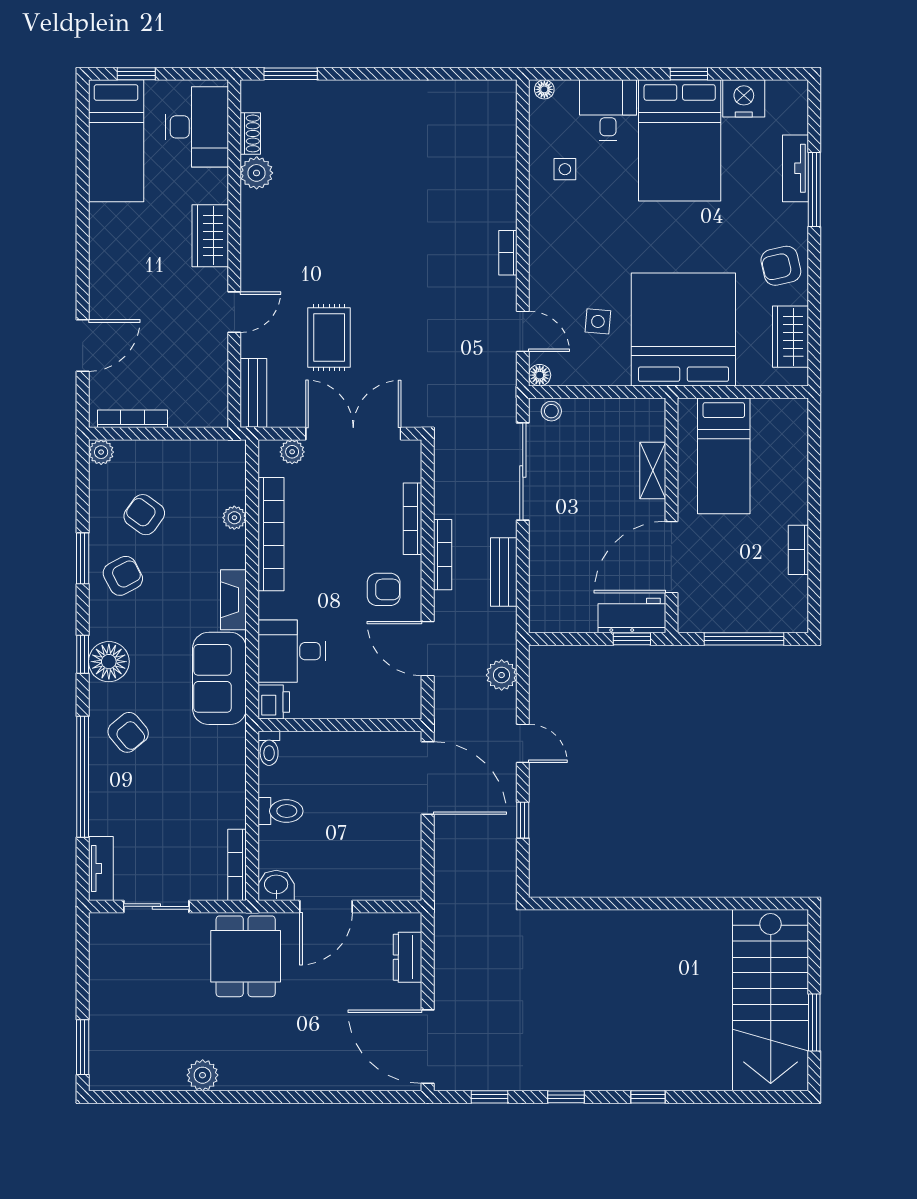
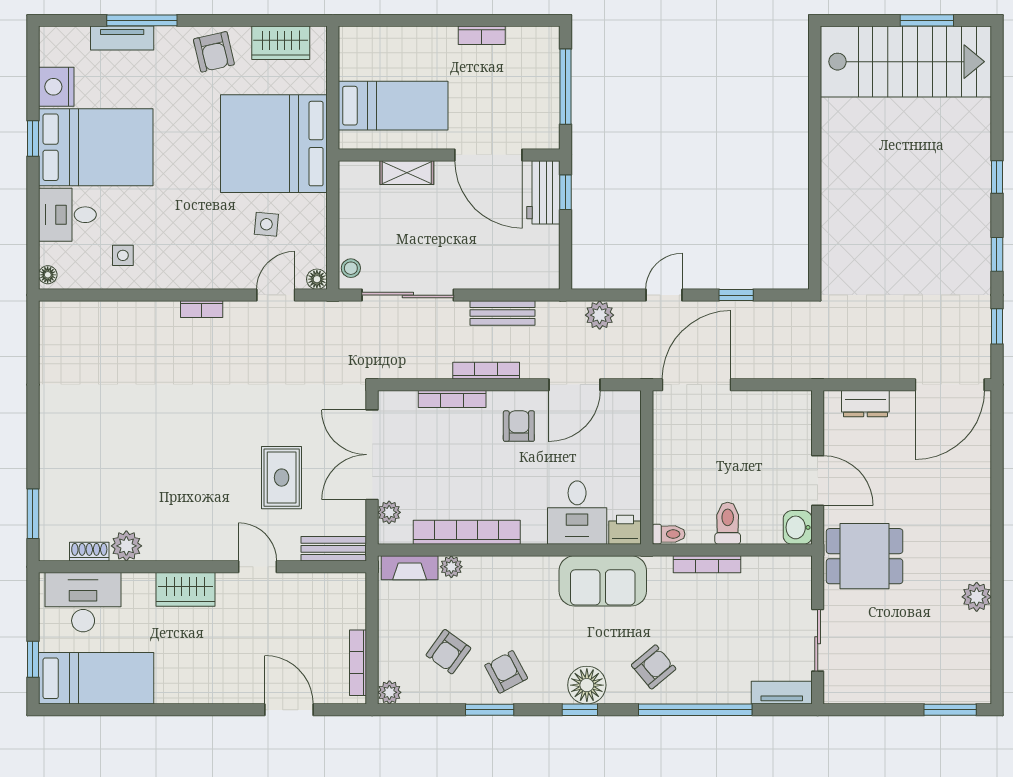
rug: (329, 338) -> (282, 478), turned 90
fireplace: (233, 600) -> (410, 568), moved
bookcase: (237, 865) -> (707, 564), moved

